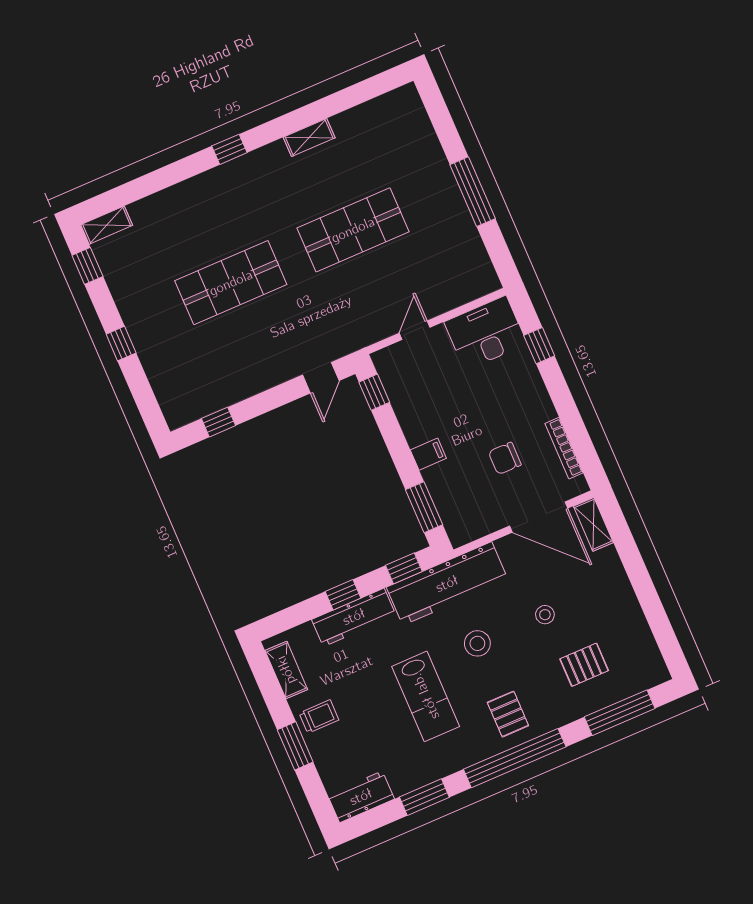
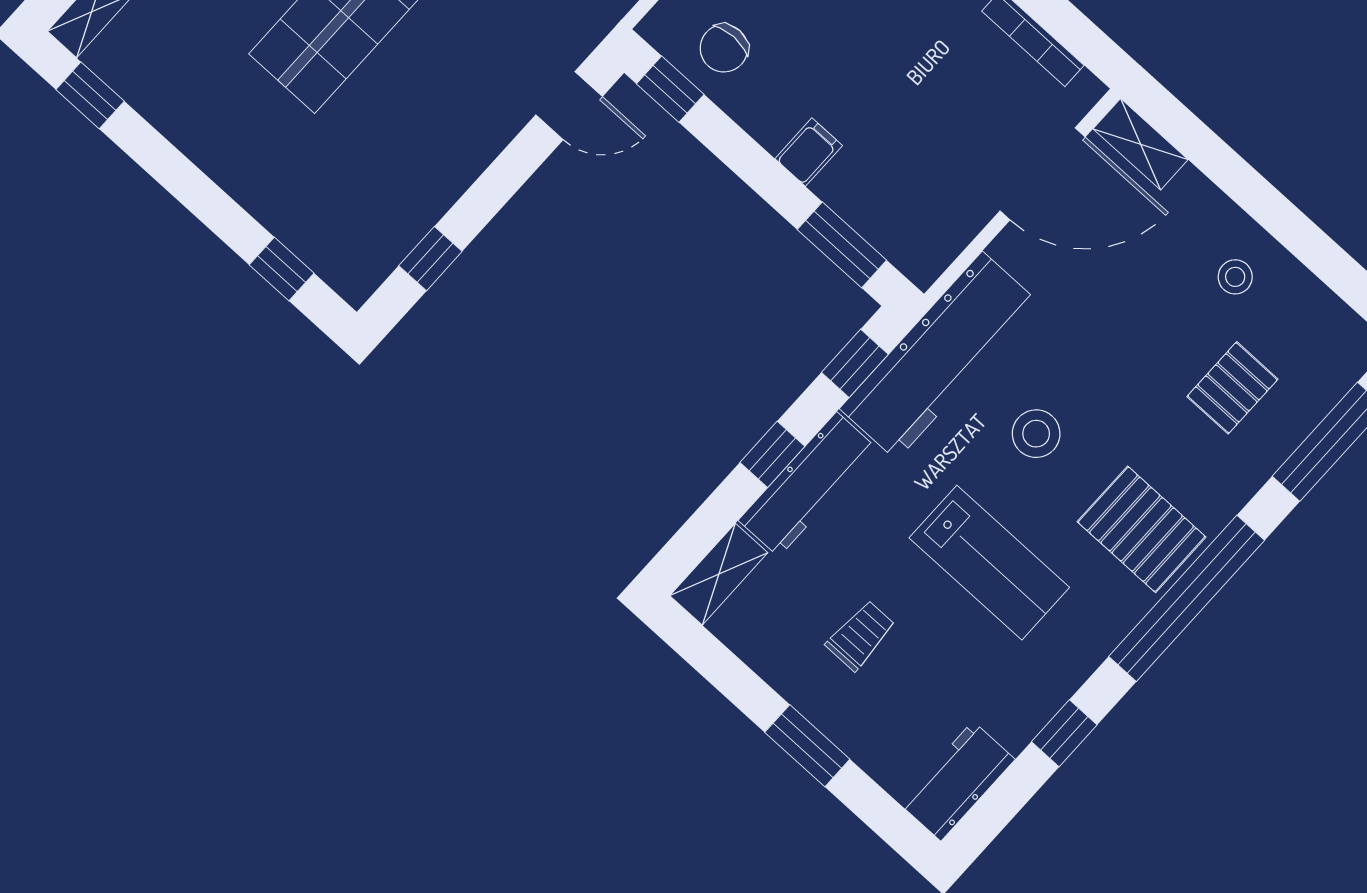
window: (121, 344) -> (282, 269), moved
door: (321, 378) -> (569, 106), hinge flipped
chair: (505, 458) -> (724, 48), moved
stool: (545, 615) -> (1235, 277), moved
shelving: (286, 670) -> (719, 574), moved, turned 90
pallet: (508, 714) -> (1142, 529), width x1.50, depth x1.42
trolley: (319, 717) -> (861, 635), moved
window: (424, 797) -> (1064, 733), width x0.67

